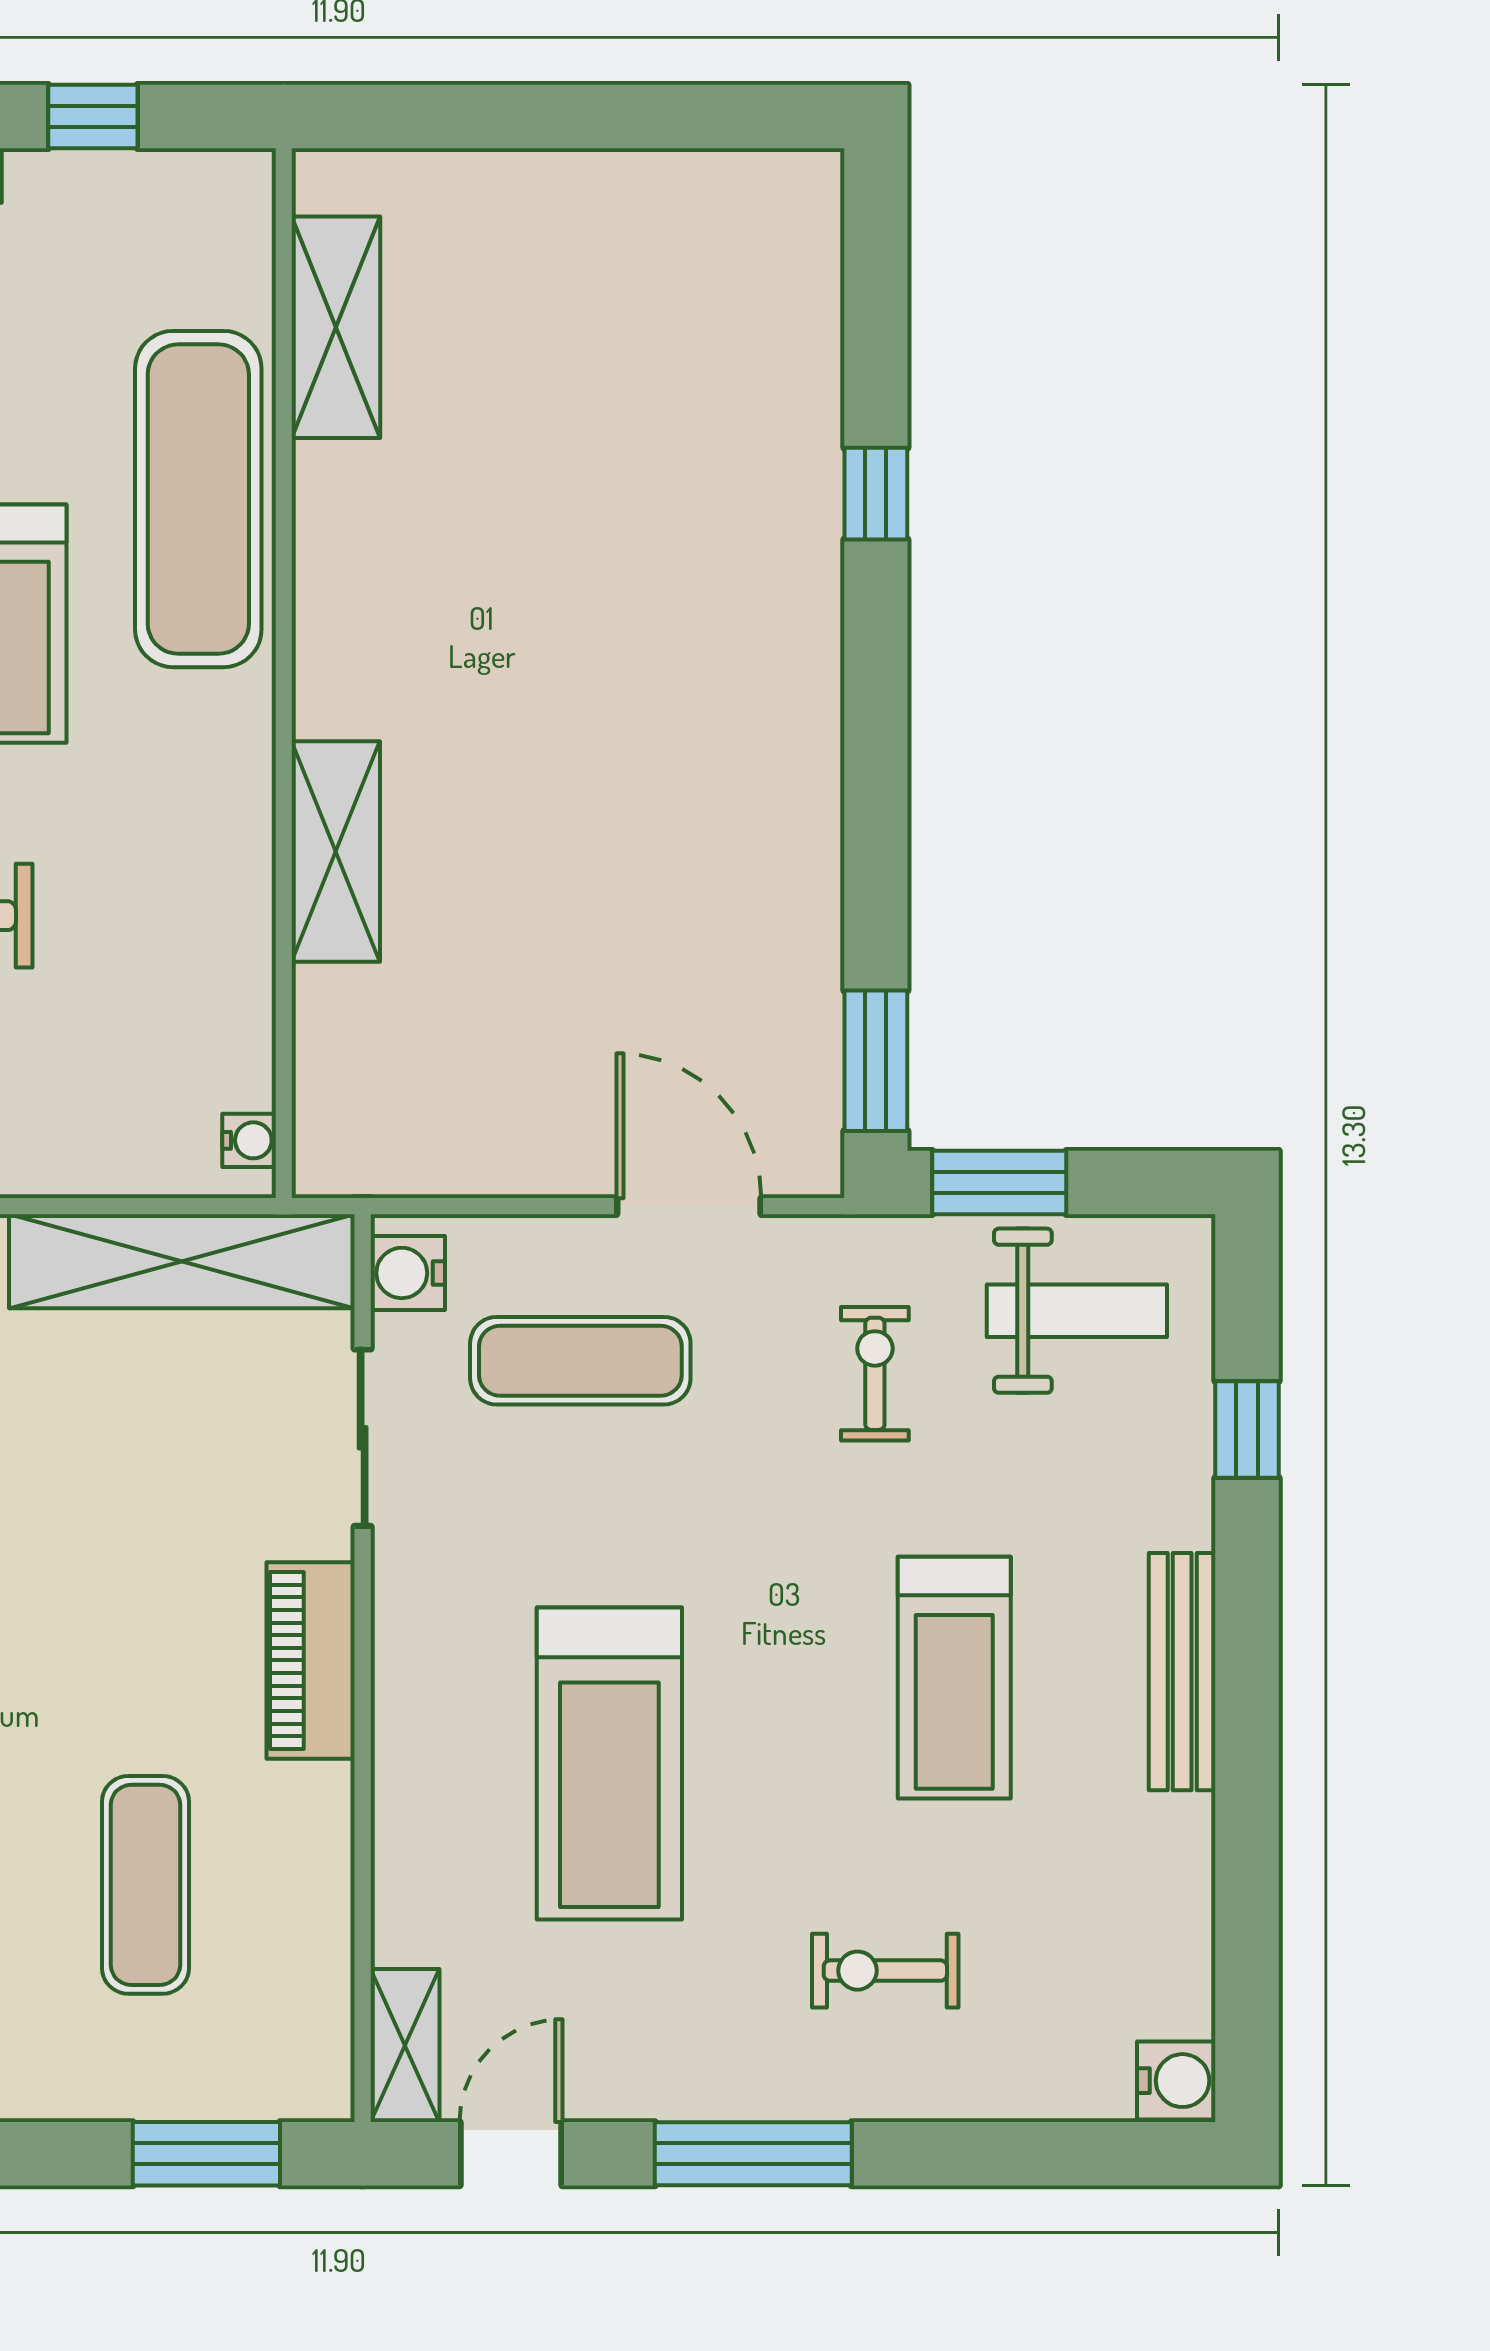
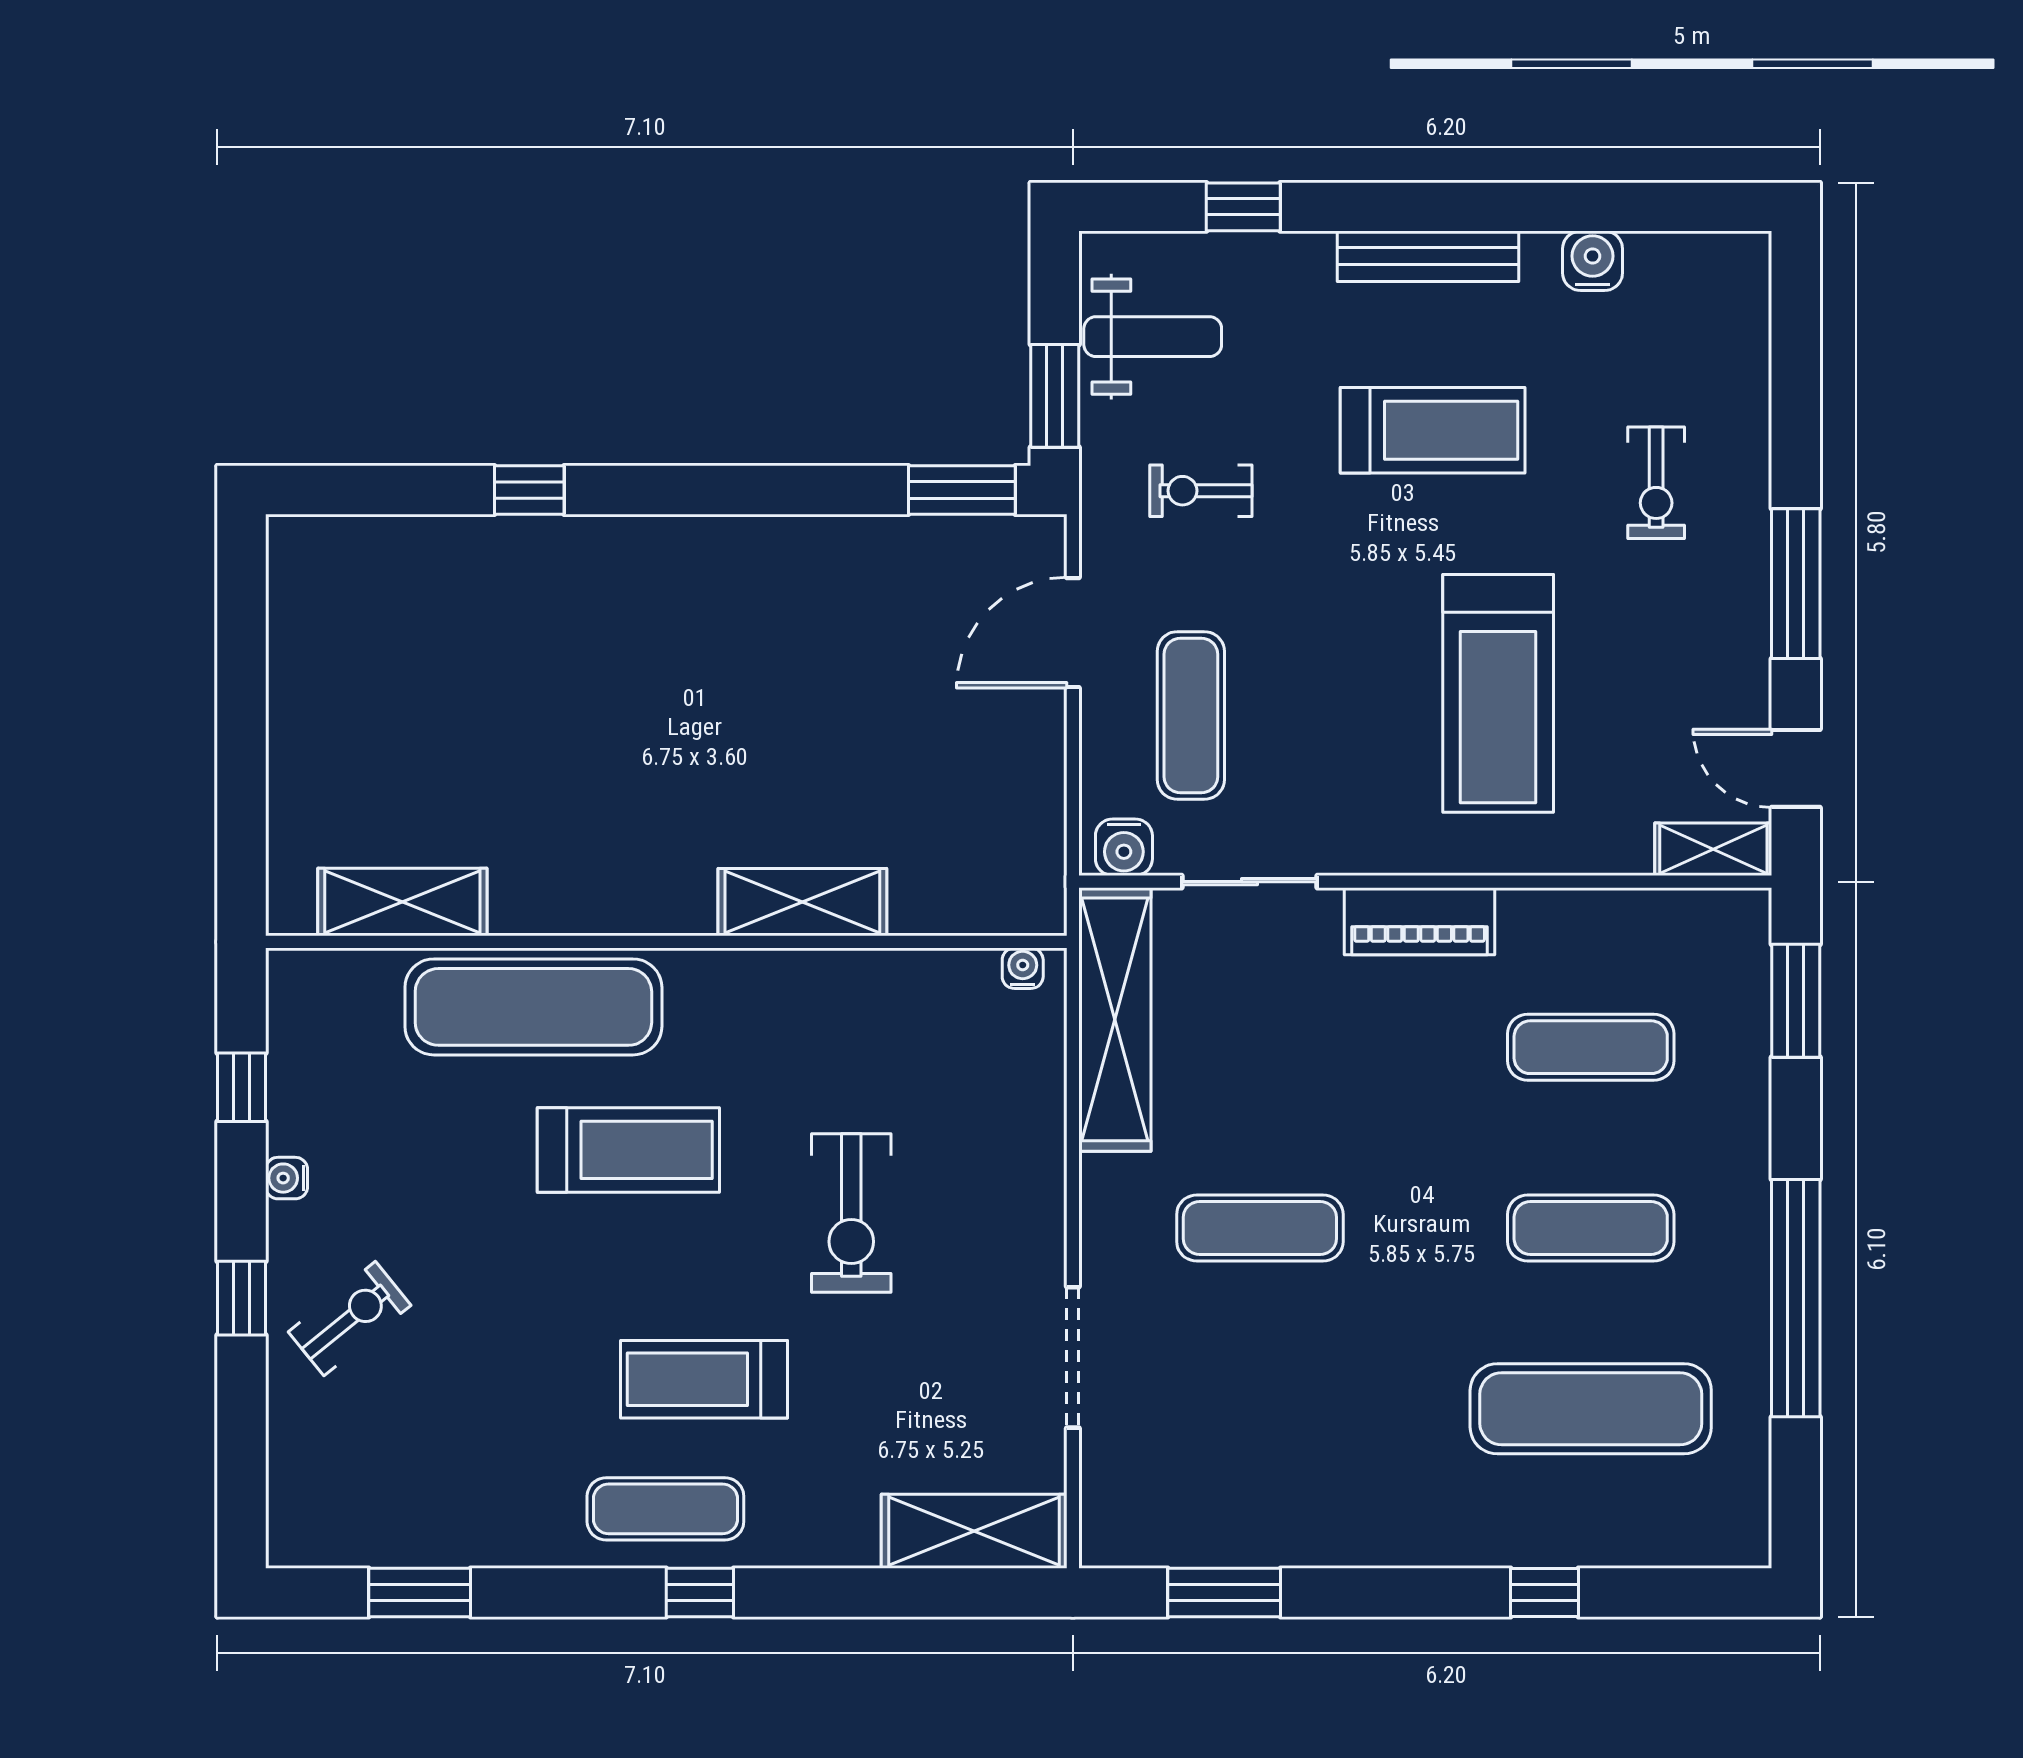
weight bench: (1077, 1311) -> (1153, 337), turned 90
treadmill: (609, 1763) -> (1498, 693), turned 90
water cooler: (1176, 2081) -> (1593, 261), moved

